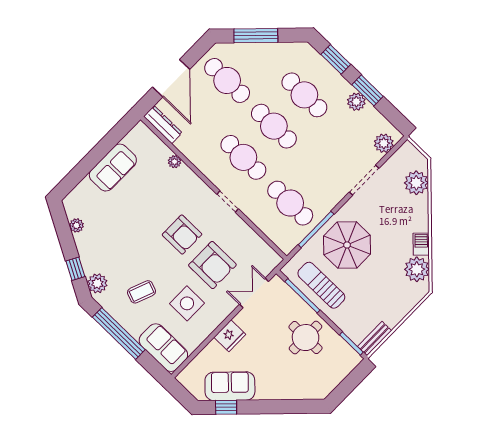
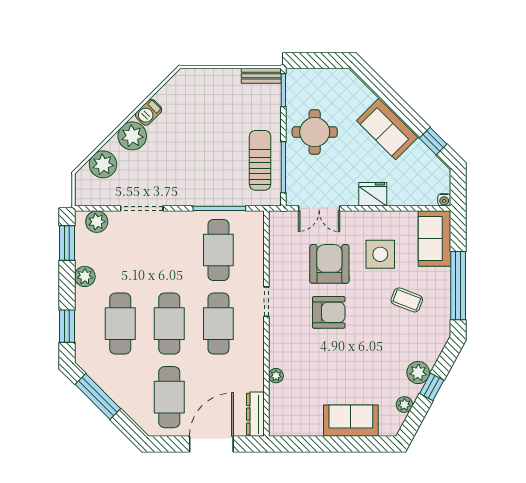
window: (256, 36) -> (98, 397), moved
window: (368, 90) -> (67, 243), moved
sofa: (113, 168) -> (351, 421), moved
armchair: (182, 235) -> (329, 312), turned 90
parasol: (347, 245) -> (208, 171), removed
window: (75, 269) -> (432, 387), moved
plant: (417, 269) -> (132, 136), moved
plant: (97, 283) -> (418, 373), moved
sun lounger: (321, 285) -> (260, 160), turned 180
water cooler: (182, 378) -> (444, 200), added
sofa: (230, 386) -> (387, 129), moved

